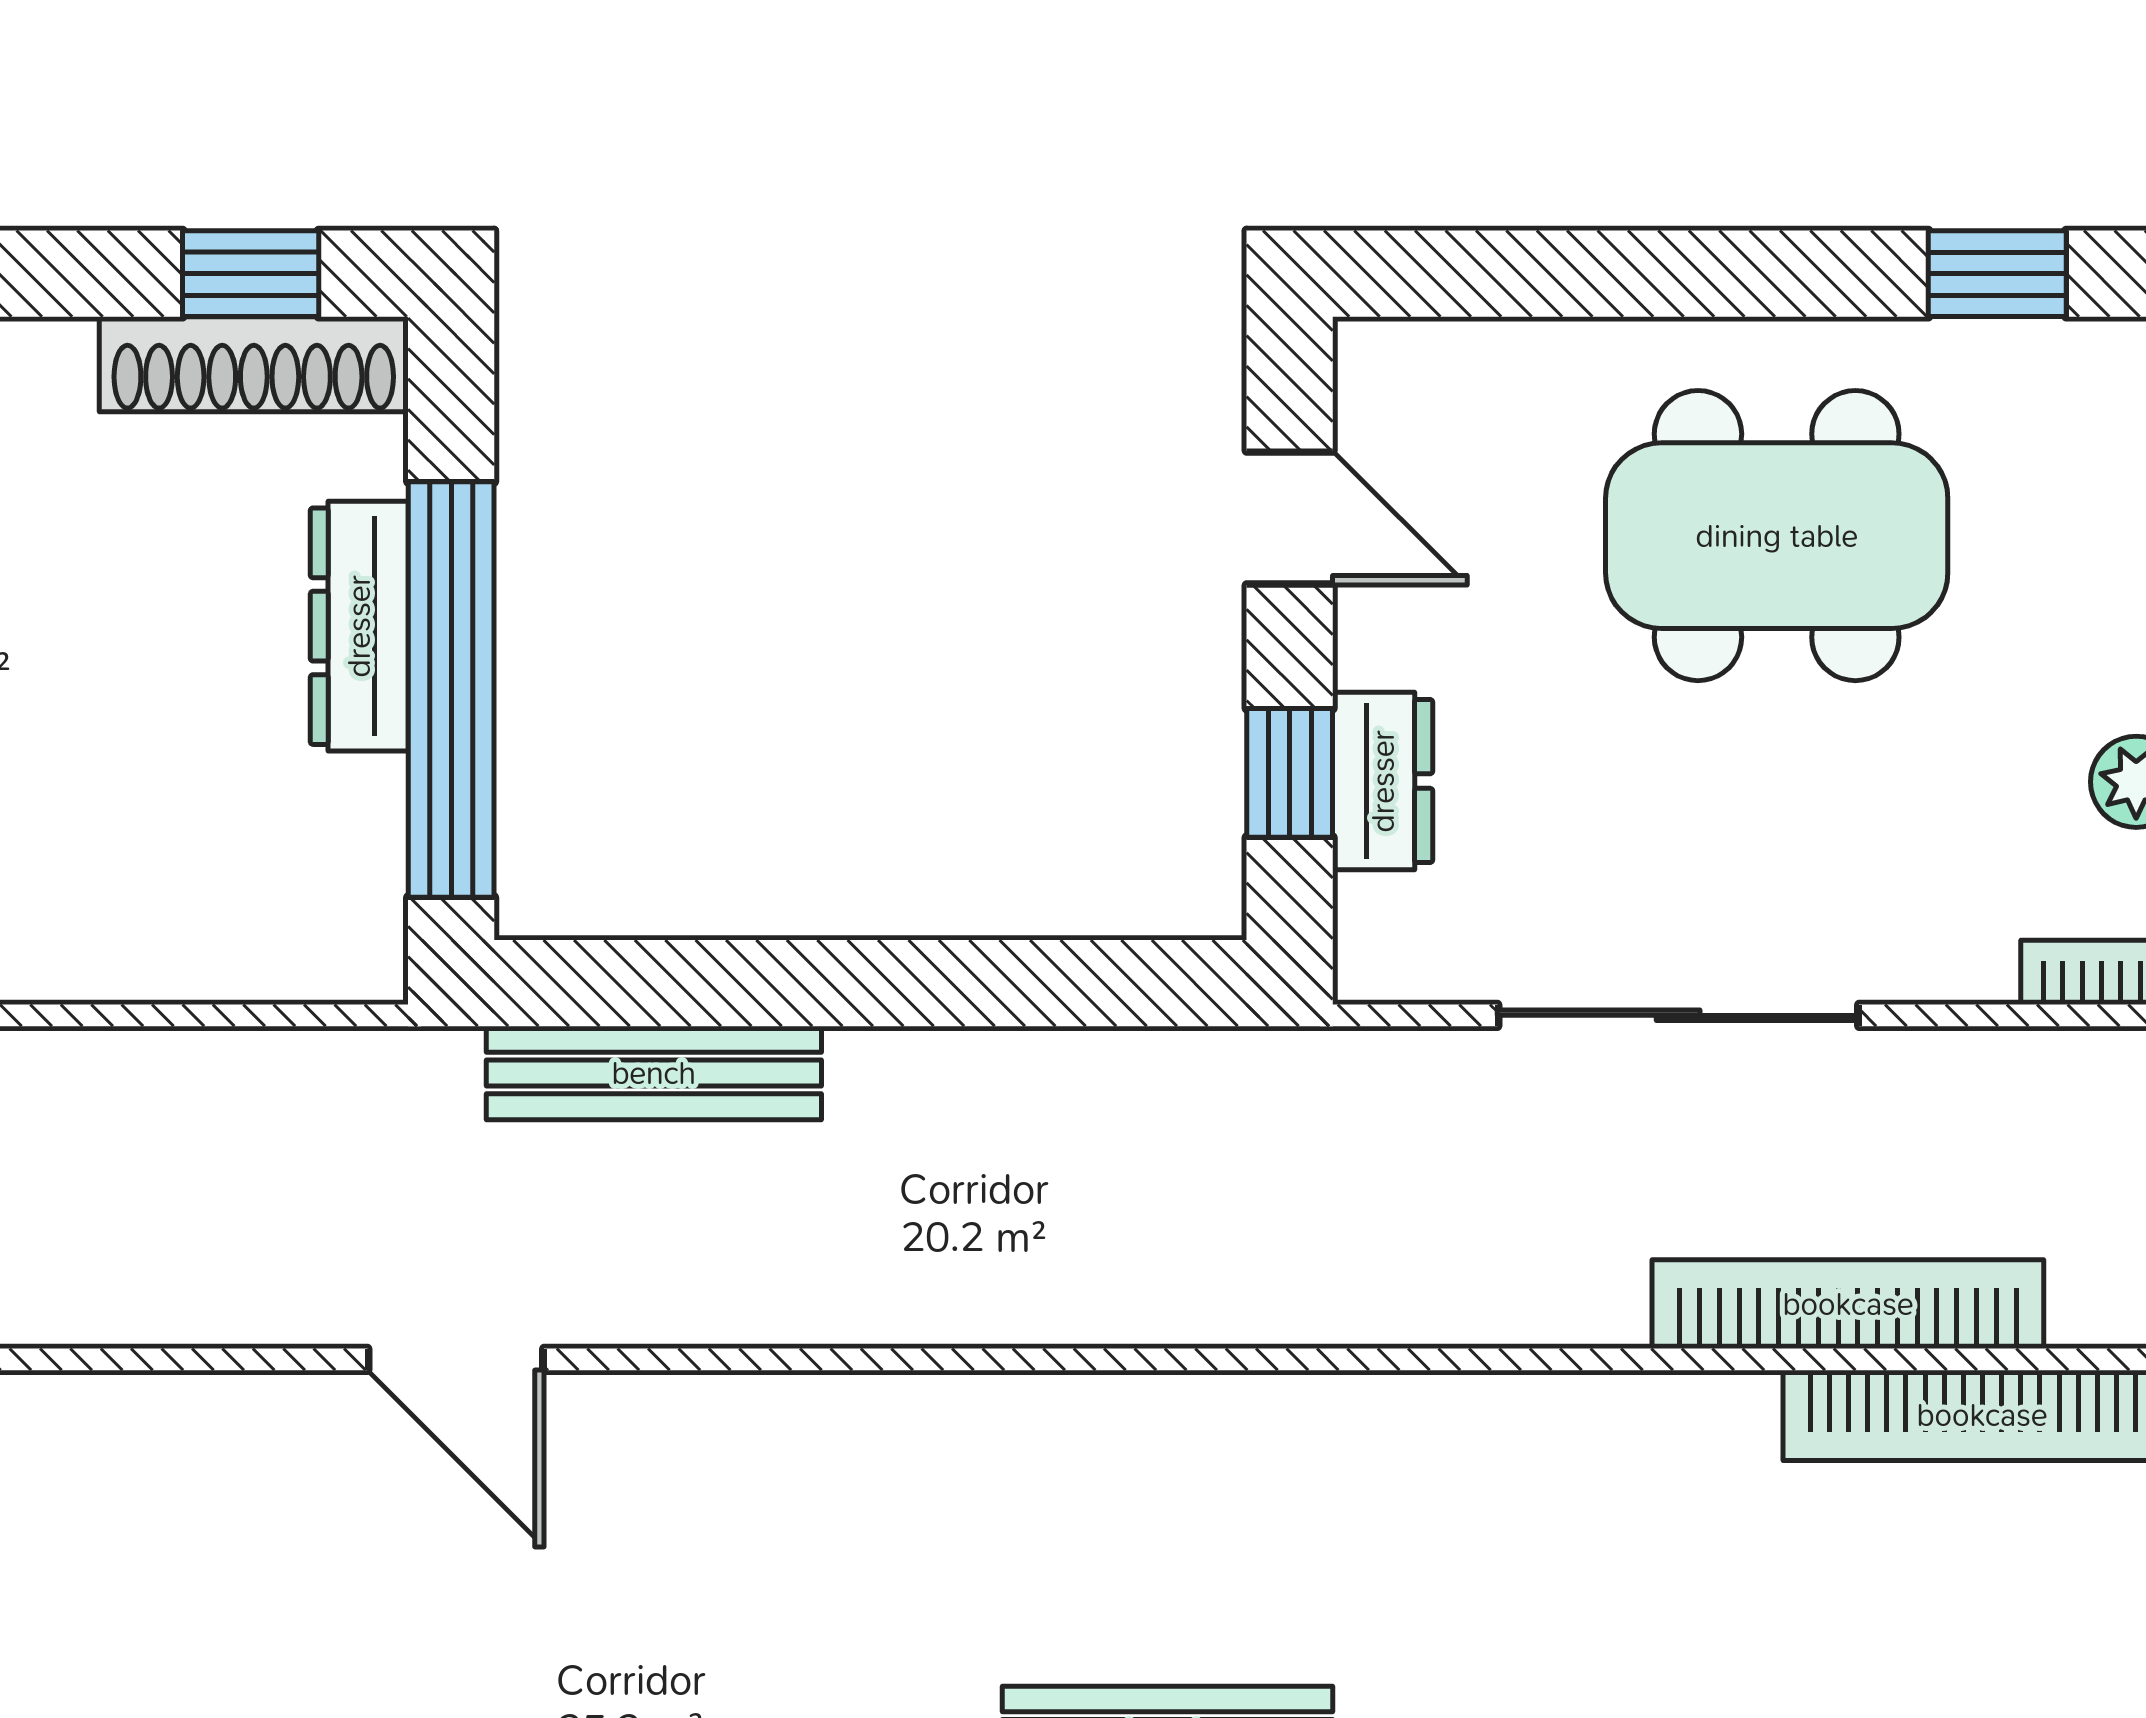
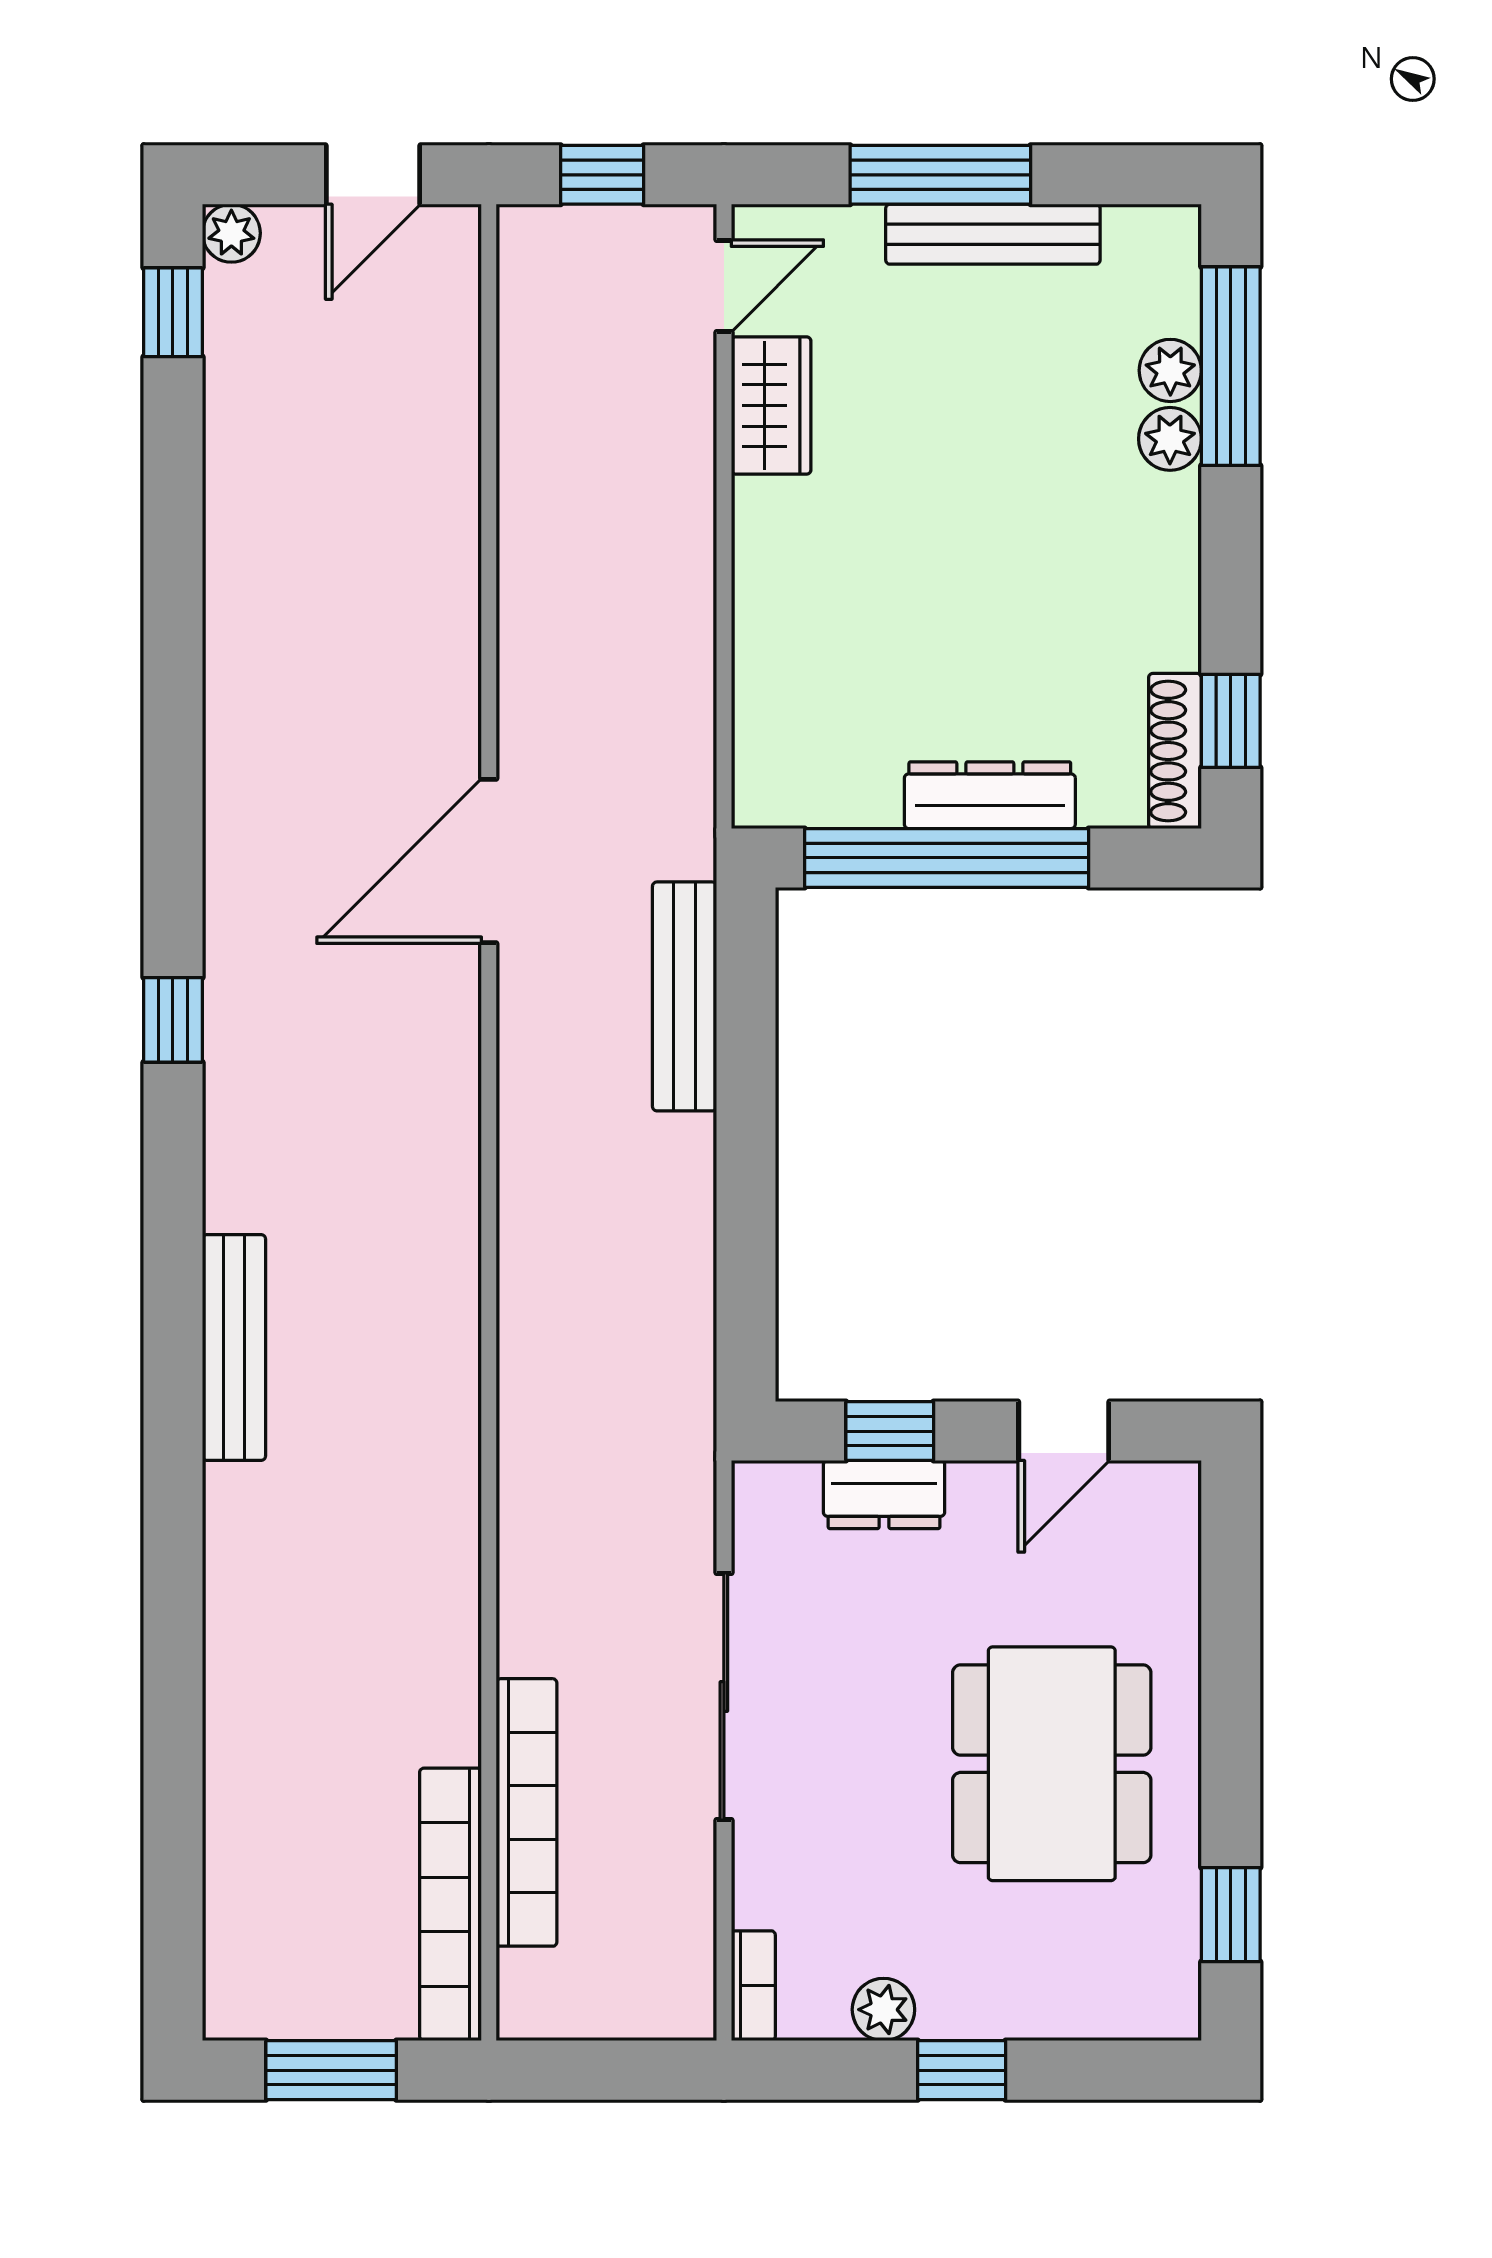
shoe rack: (254, 364) -> (1175, 751), width x0.74, depth x0.81
door: (456, 1359) -> (489, 861), width x1.36

